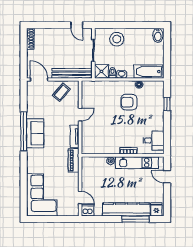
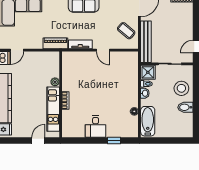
bidet: (158, 35) -> (185, 107), moved
armchair: (129, 102) -> (116, 101), removed
desk: (154, 140) -> (96, 126), moved

